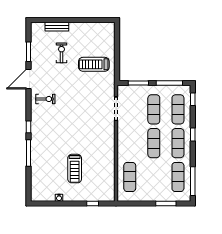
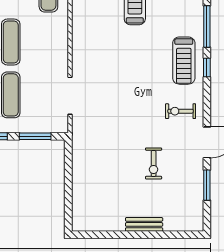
bench: (57, 27) -> (144, 224), moved
exercise bike: (61, 53) -> (154, 163), moved
treadmill: (94, 64) -> (184, 61), moved, turned 90

